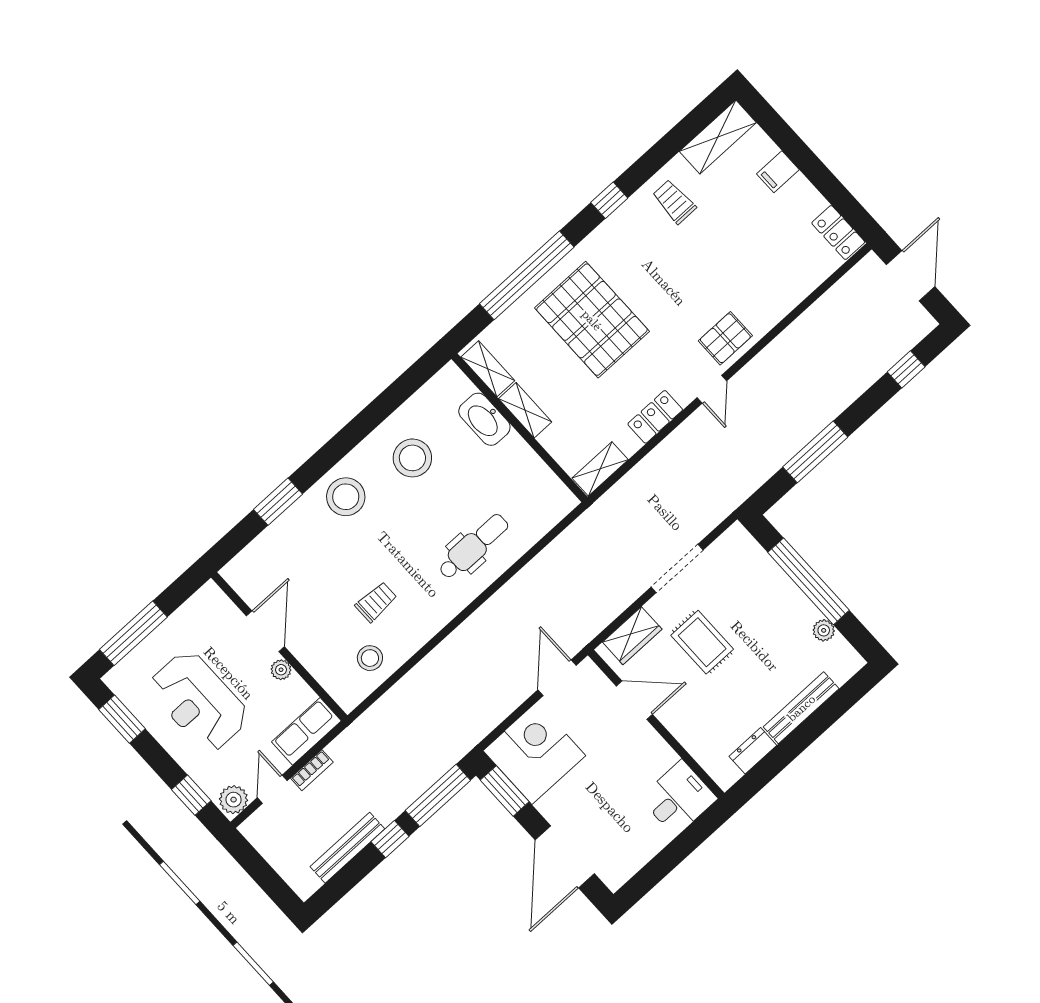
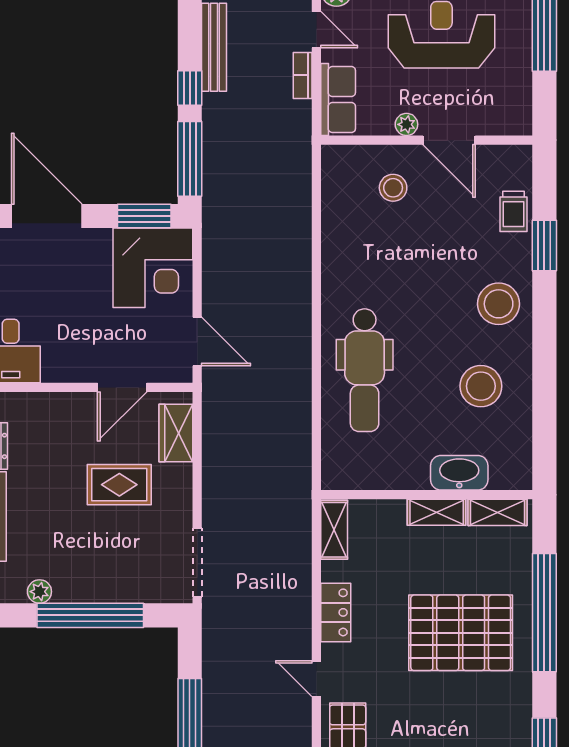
dental chair: (473, 547) -> (365, 370), width x1.36, depth x1.38
doorway: (677, 568) -> (197, 563), moved
trolley: (376, 602) -> (513, 211), moved
stool: (370, 658) -> (393, 188), moved

